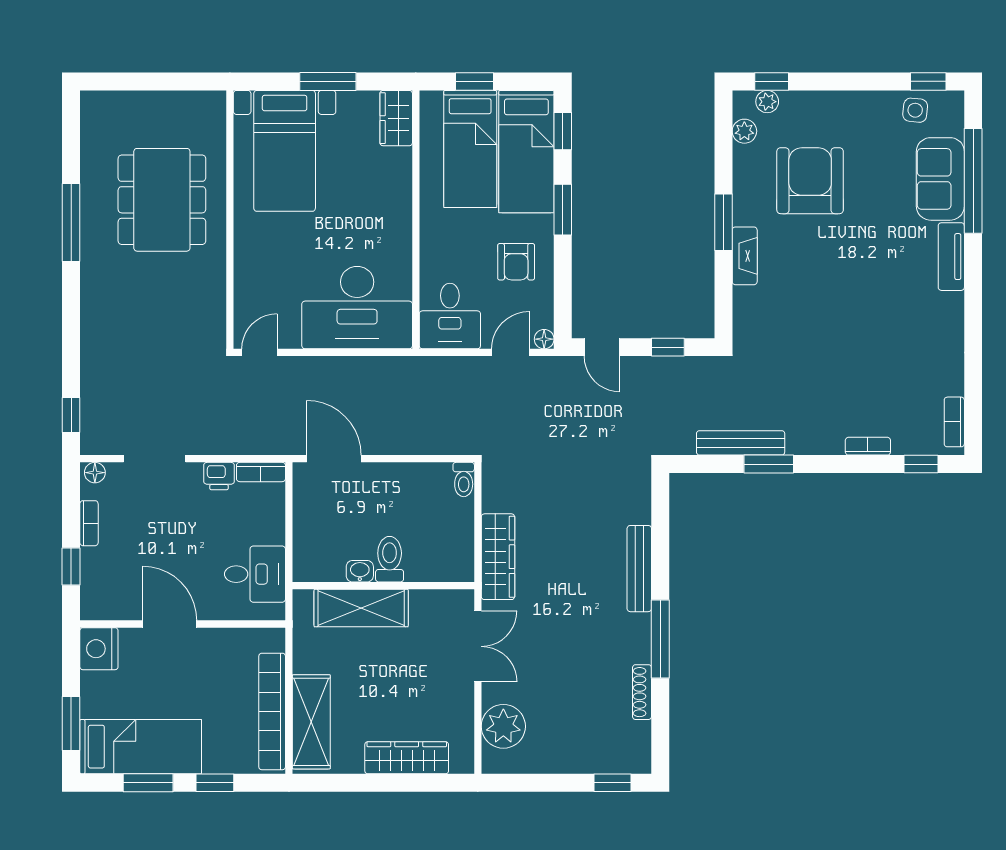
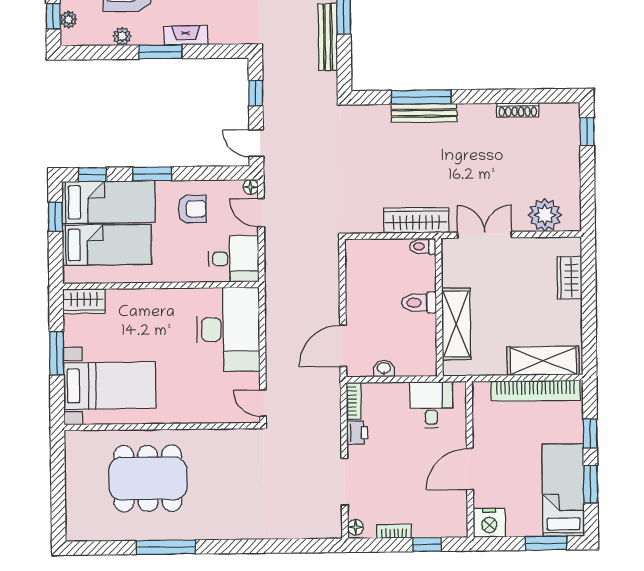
window: (475, 81) -> (55, 217), moved
plant: (744, 131) -> (122, 36), moved
door: (602, 347) -> (256, 143), swing flipped
window: (71, 415) -> (312, 546), removed
toilet: (464, 480) -> (423, 246), moved, turned 180
washbasin: (360, 571) -> (384, 369), moved, turned 90
window: (660, 639) -> (421, 97), moved
wardrobe: (407, 758) -> (569, 278), width x0.67

